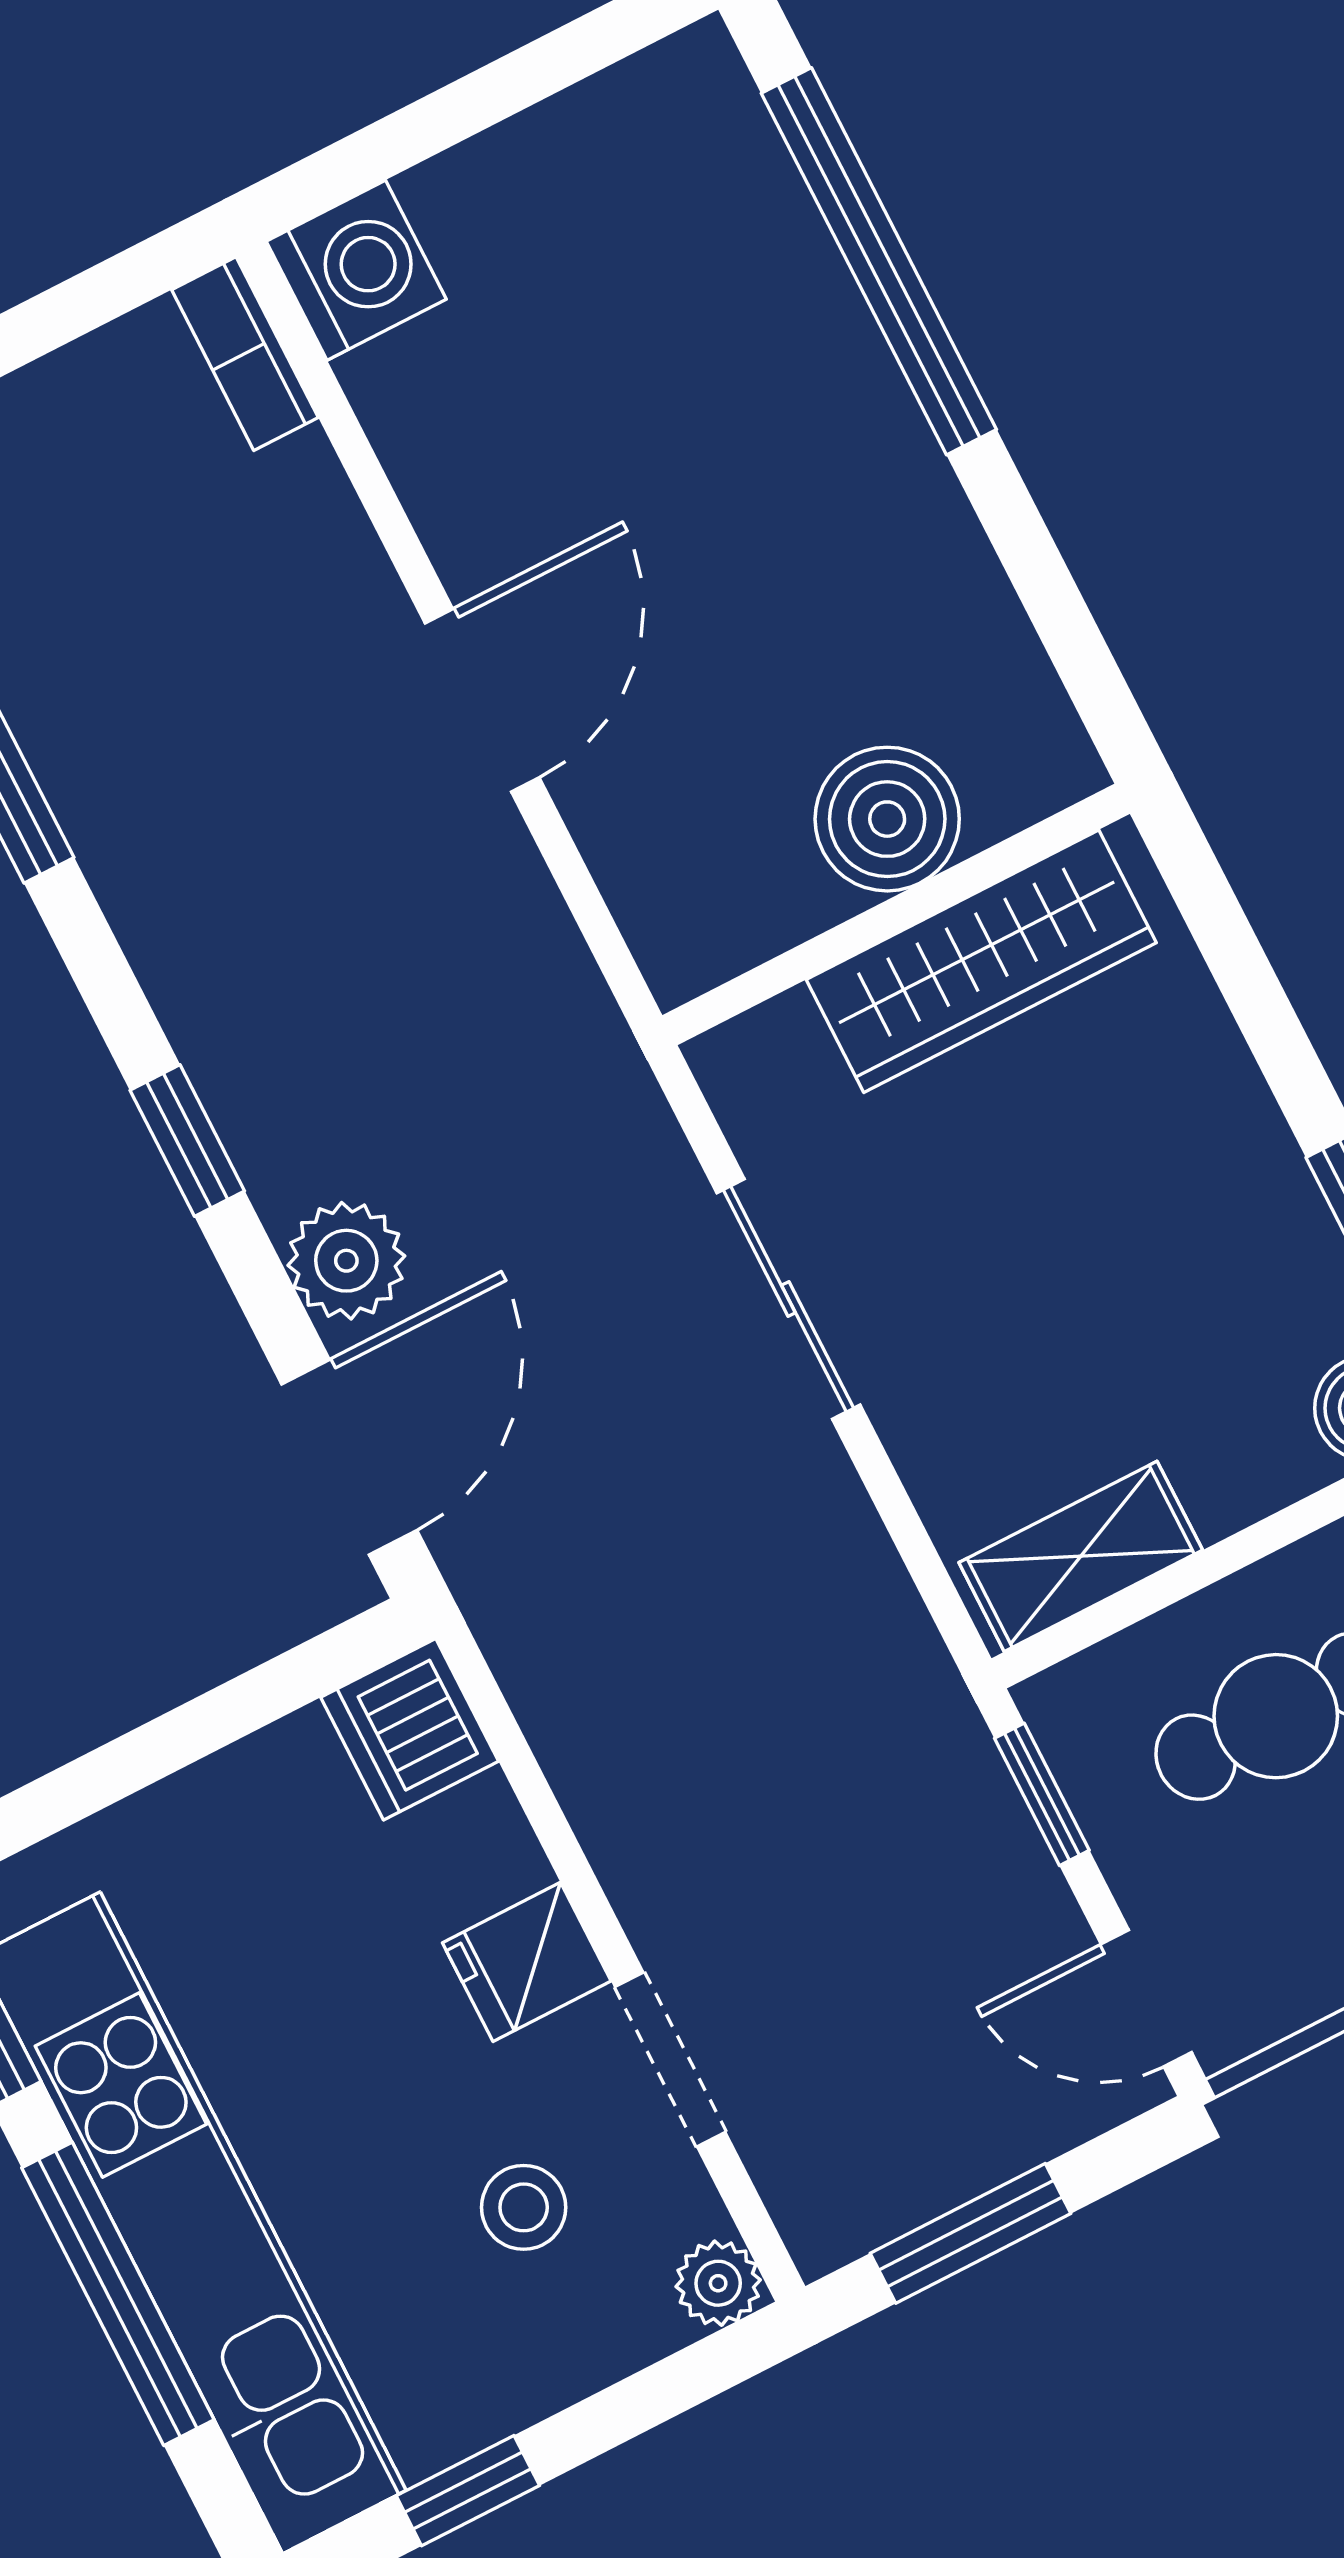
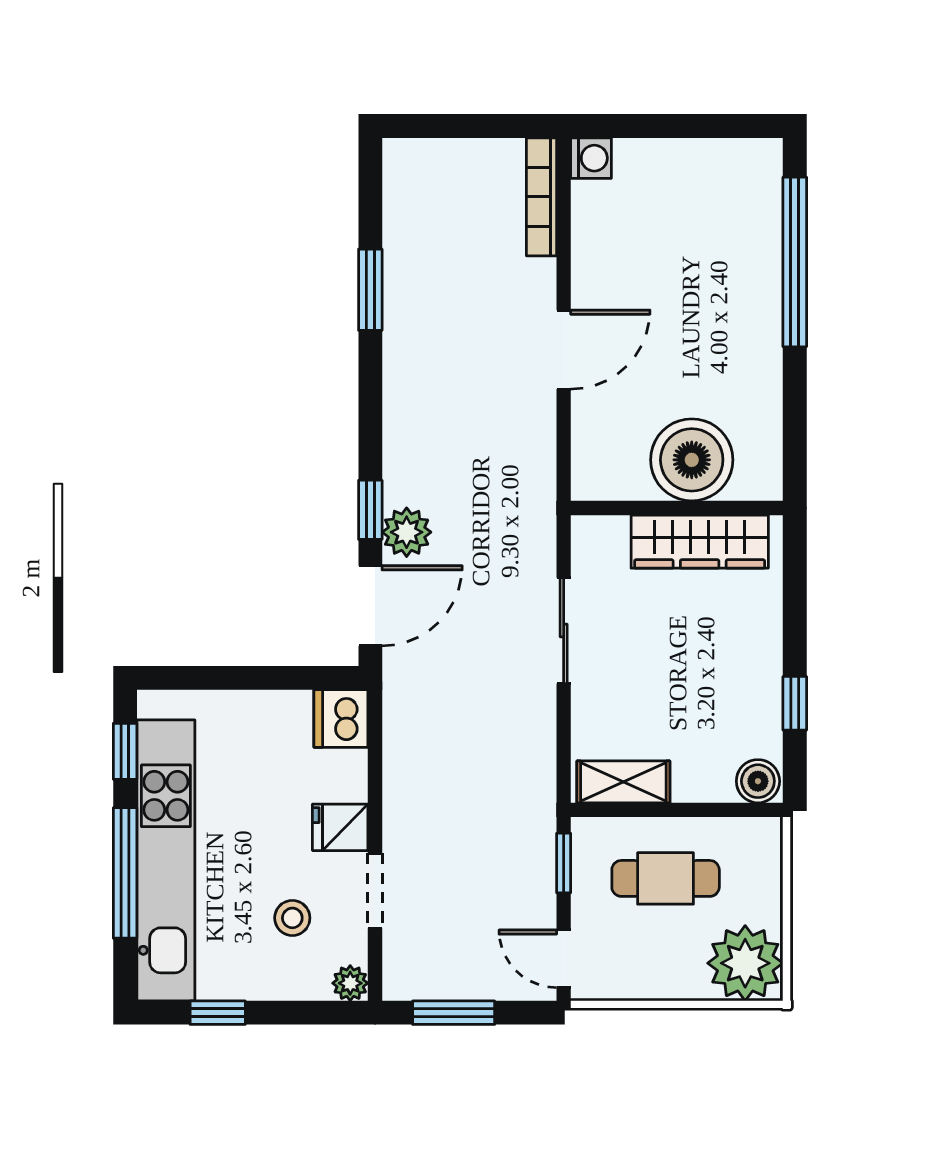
washing machine: (356, 270) -> (591, 158), width x0.73, depth x0.73
bookcase: (245, 354) -> (541, 197), width x1.56
boiler: (887, 819) -> (692, 460), width x1.37, depth x1.37
window: (187, 1141) -> (370, 510), moved

